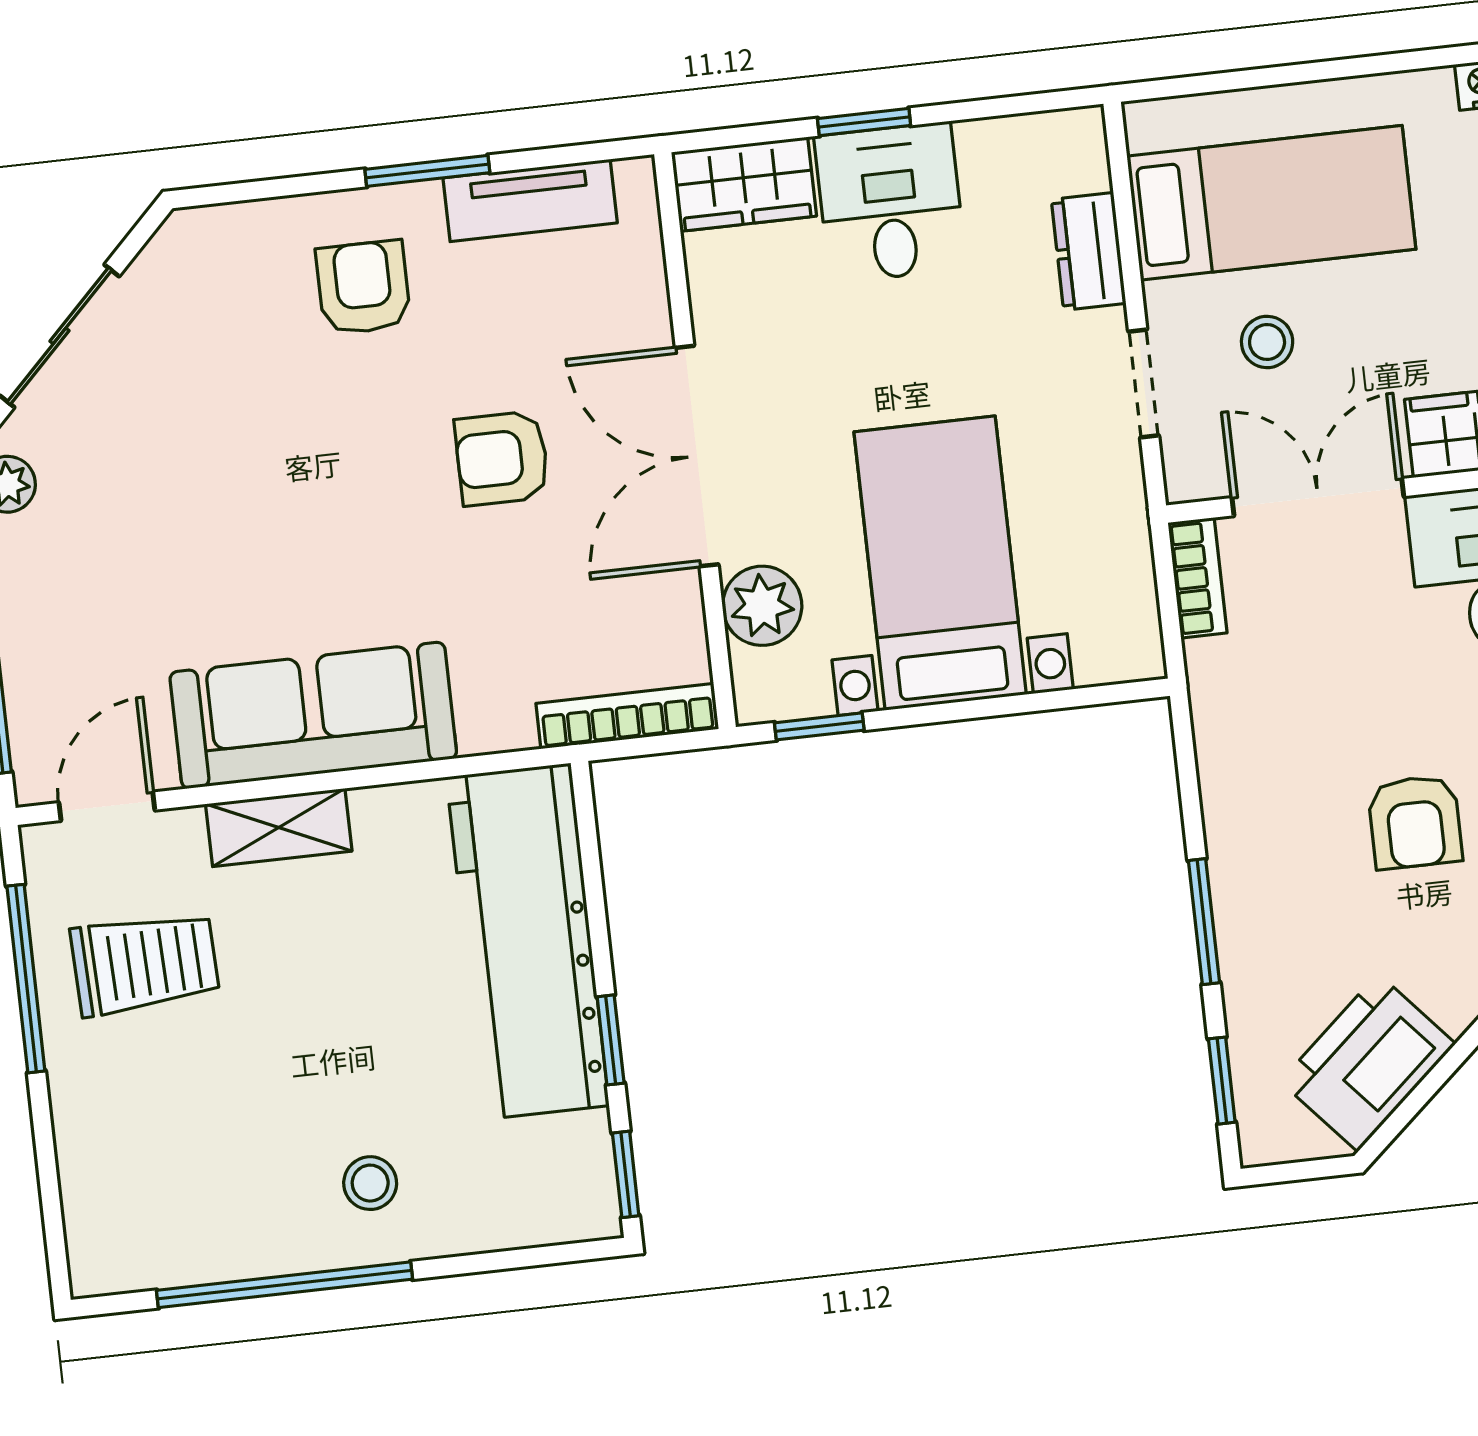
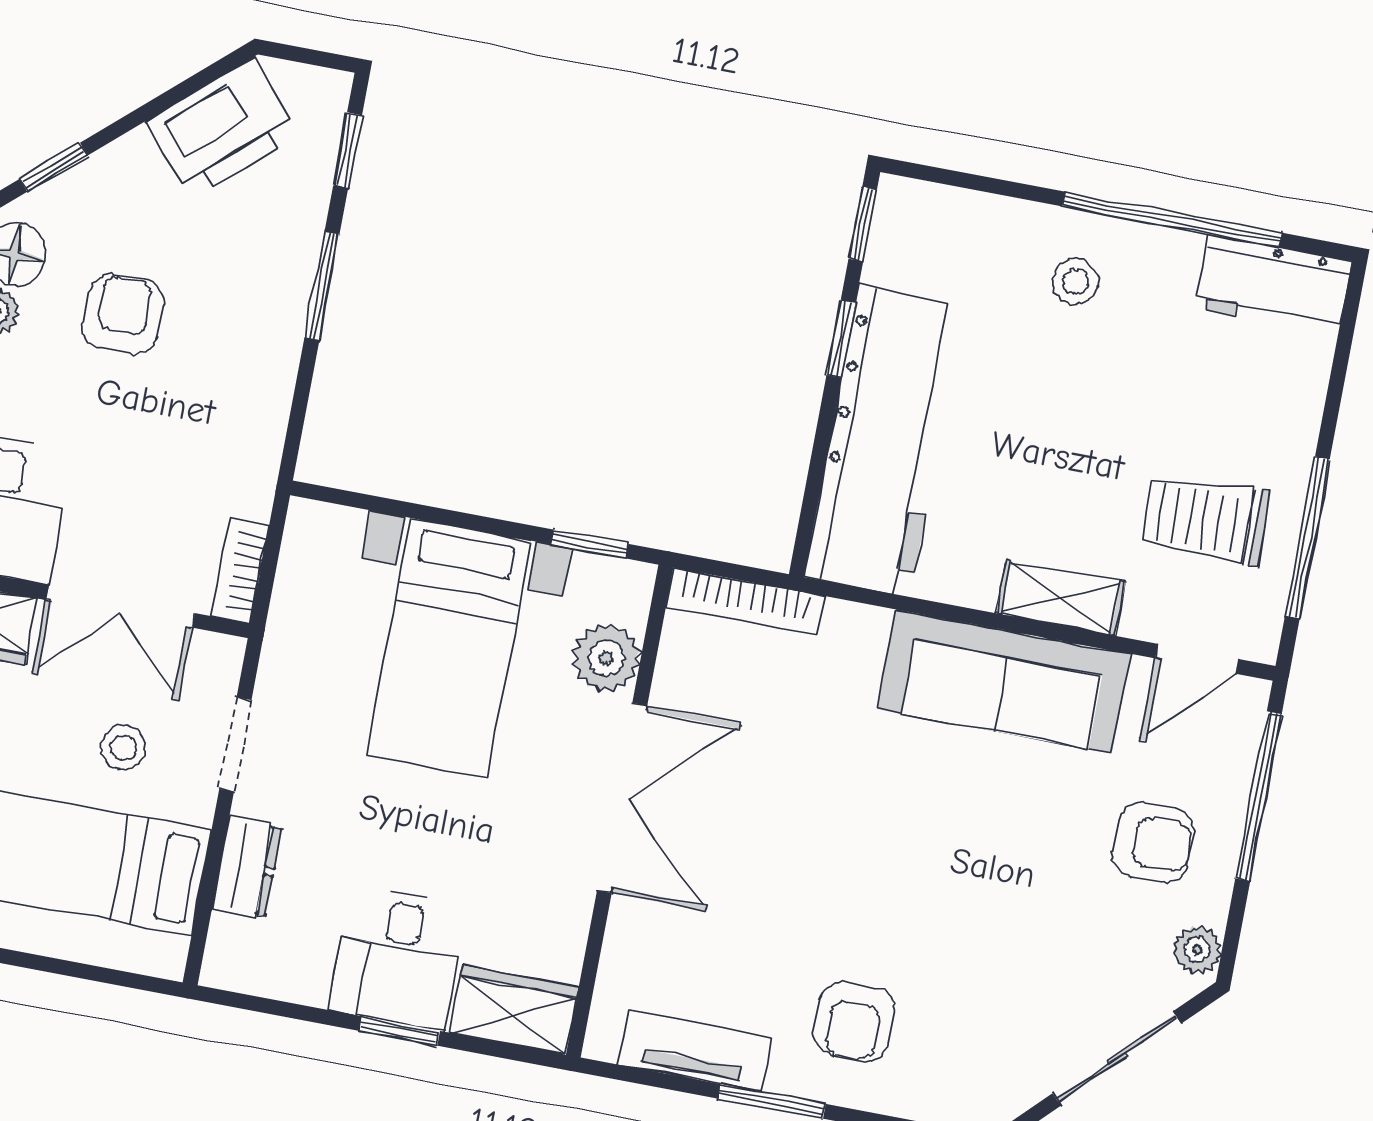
armchair: (502, 458) -> (1153, 843), moved
workbench: (150, 1247) -> (1273, 285), added

